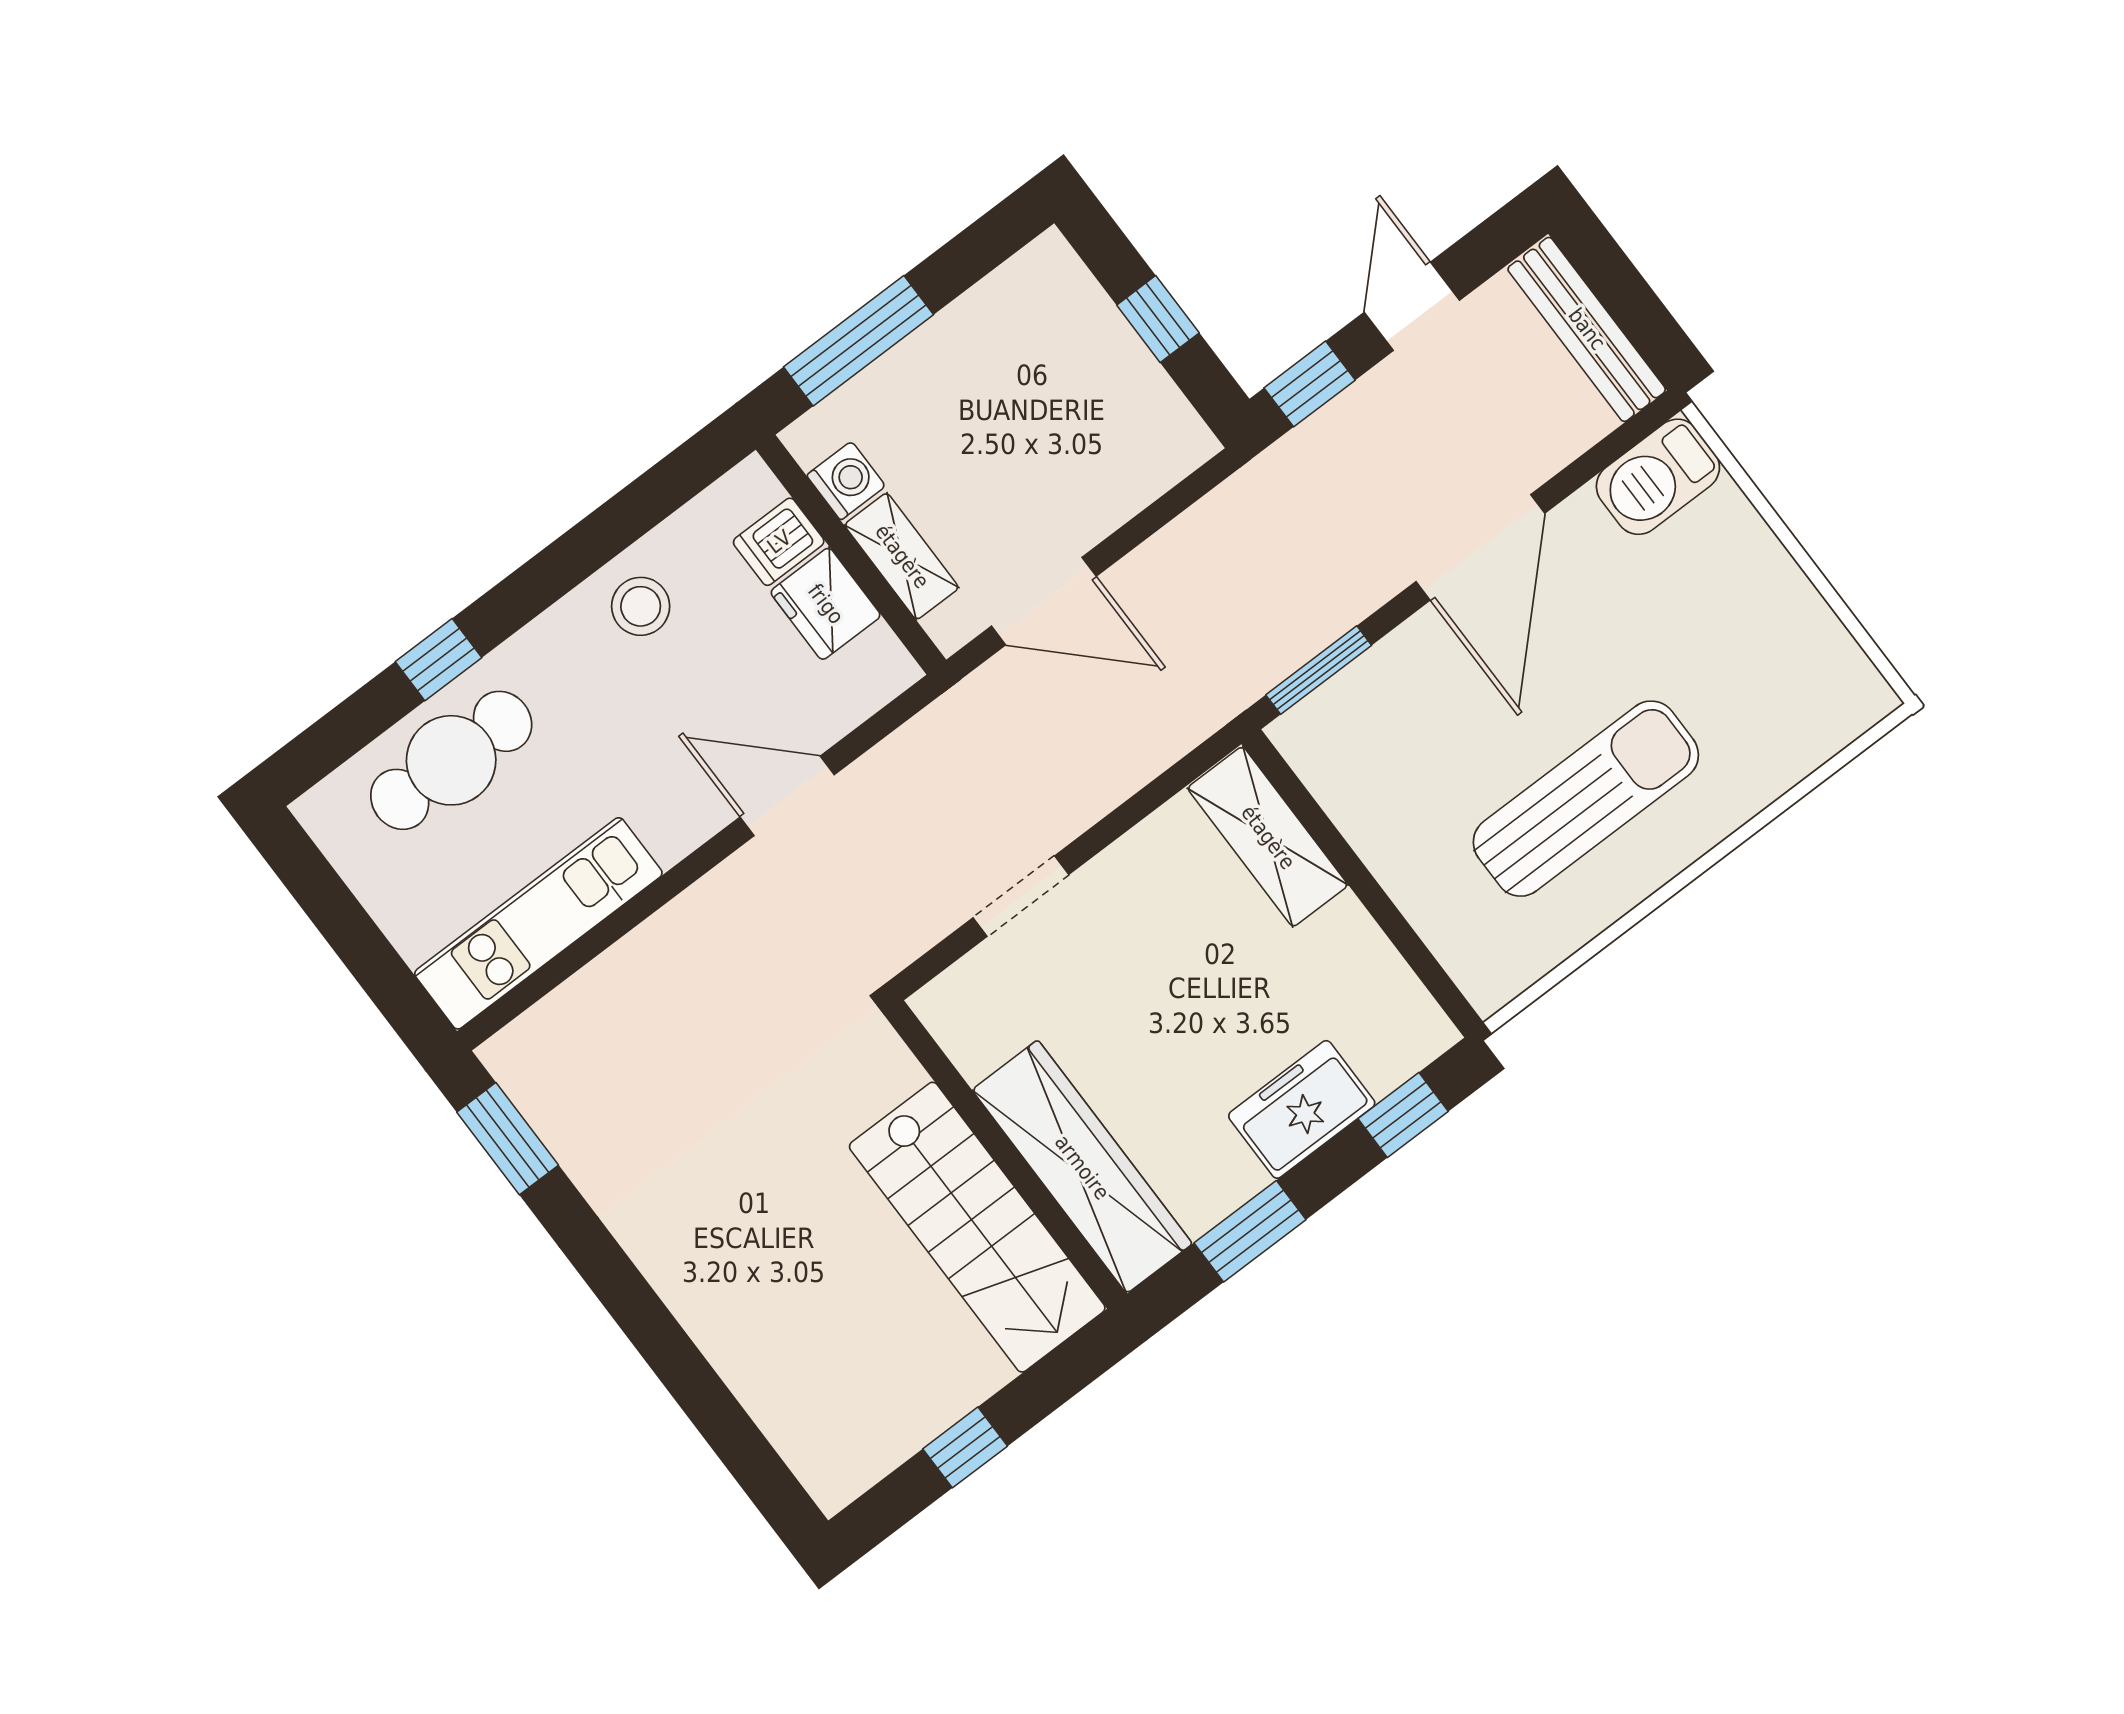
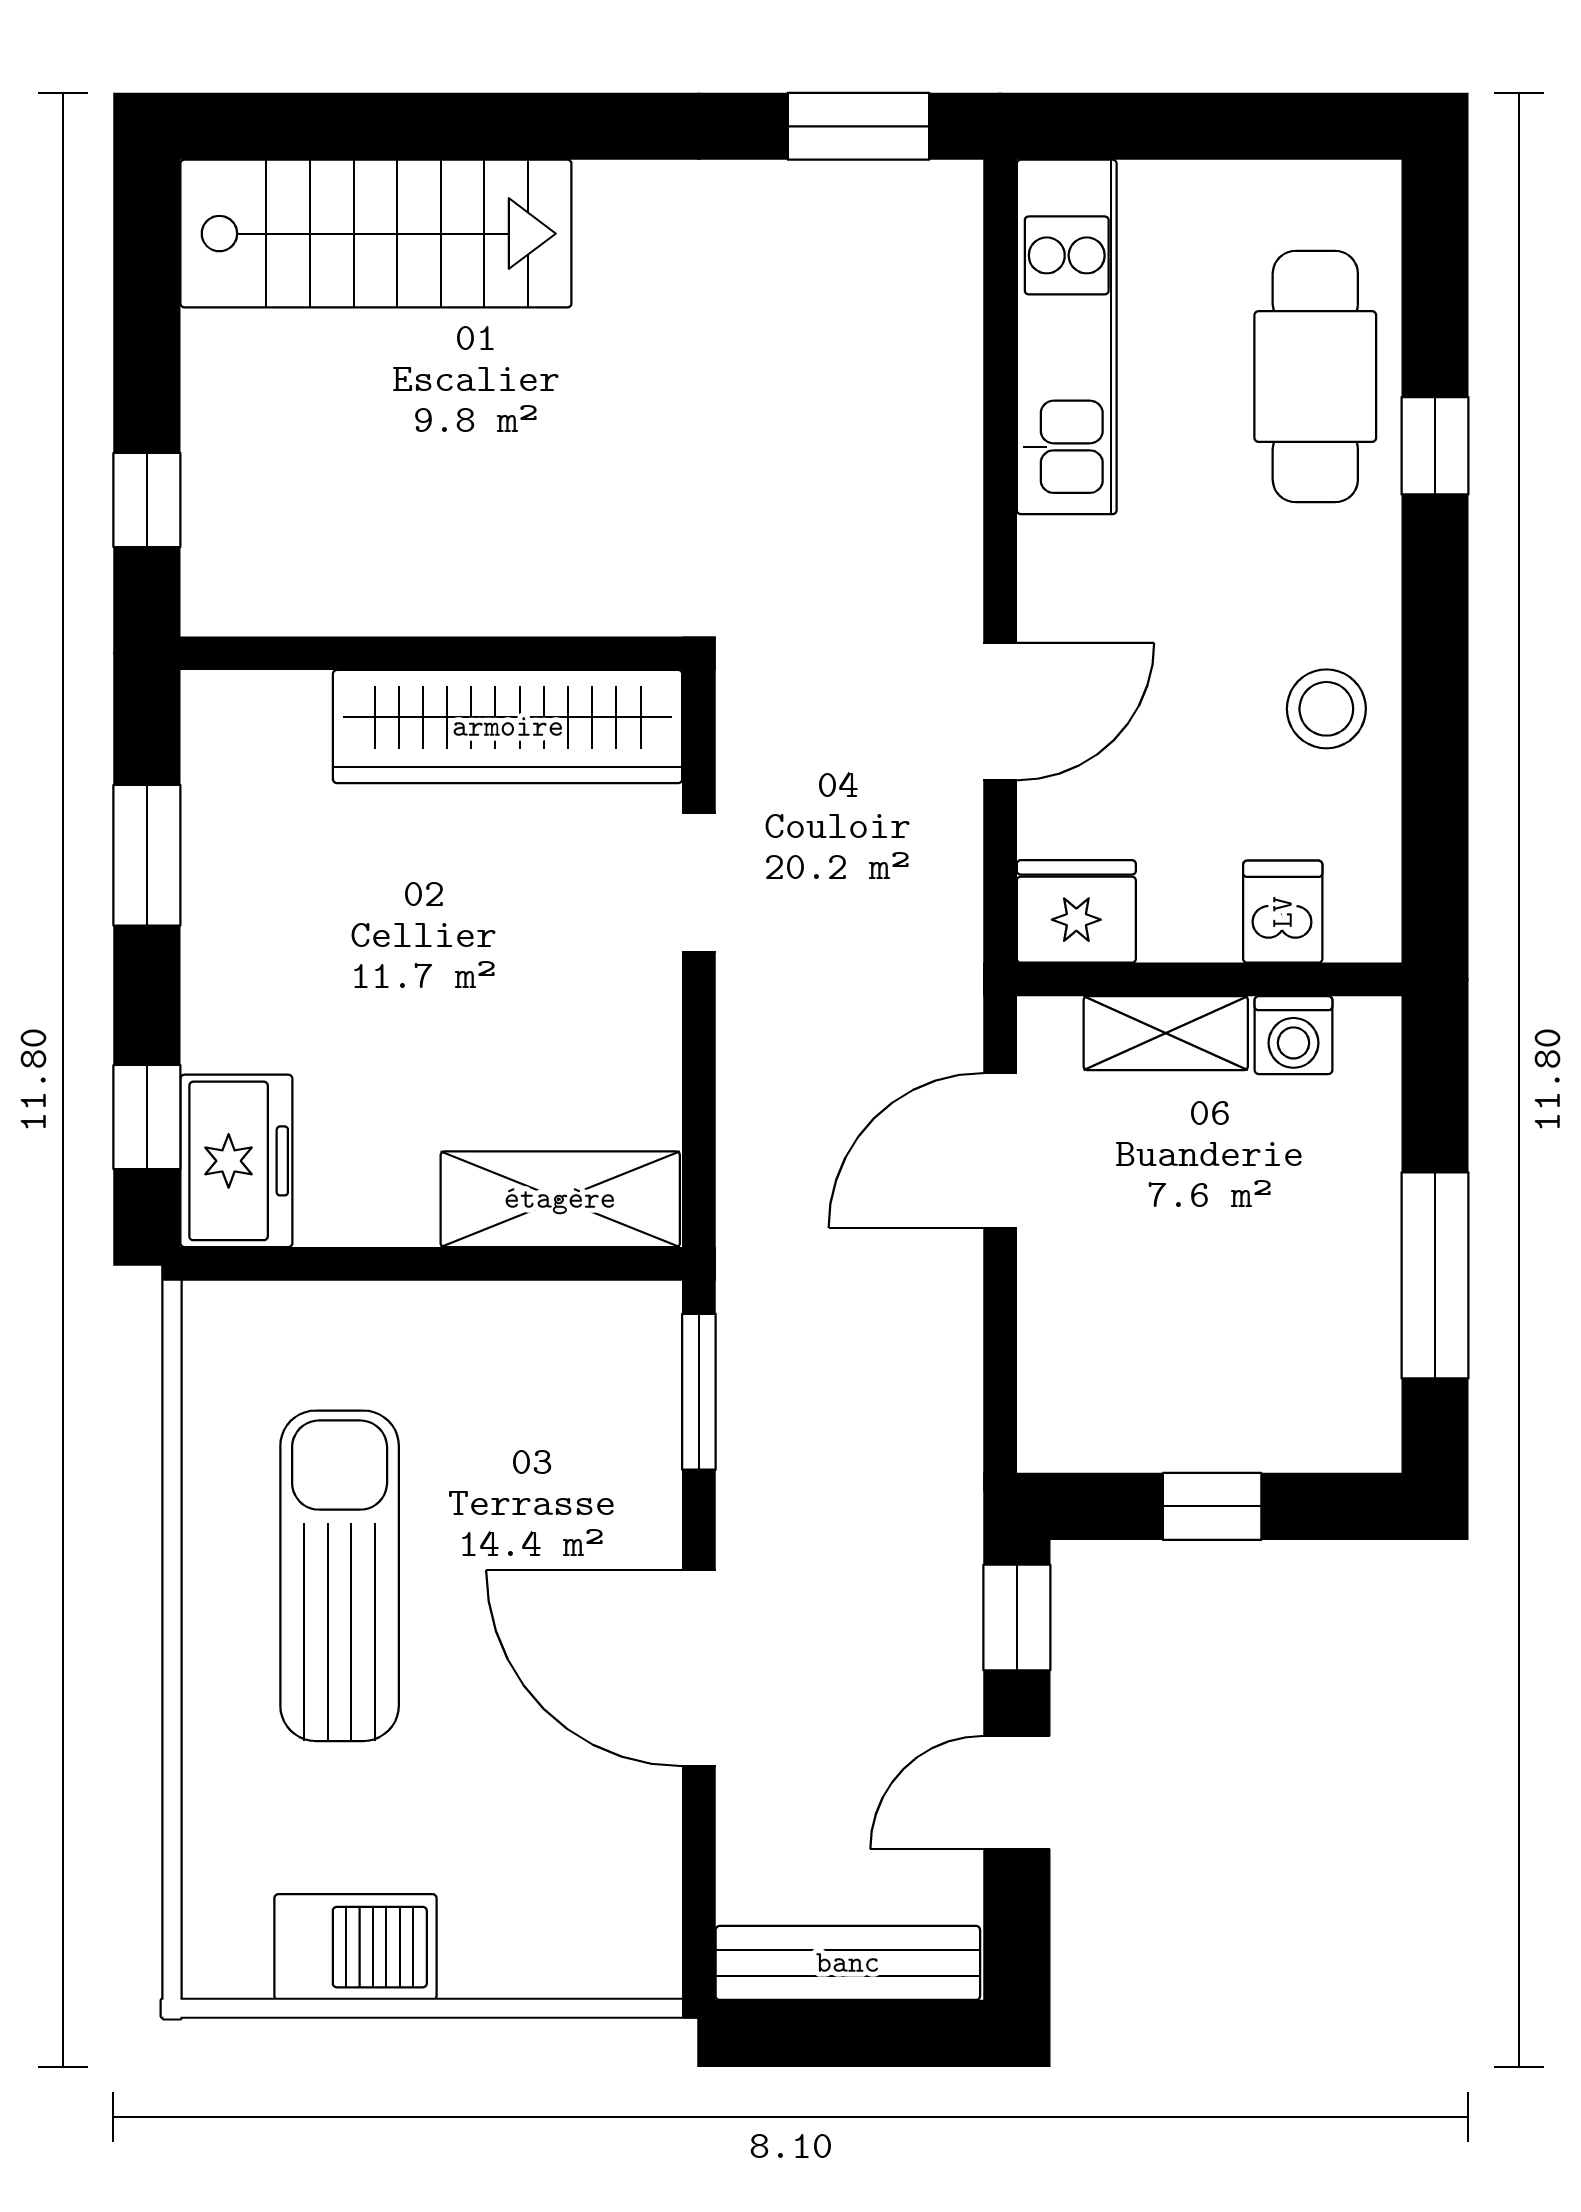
door: (1412, 306) -> (1017, 1792), swing flipped
window: (859, 341) -> (1435, 1275), moved
barbecue: (1658, 477) -> (355, 1947), moved, turned 90
fridge: (826, 604) -> (1076, 911), moved
sun lounger: (1586, 799) -> (340, 1576), turned 180
freezer: (1302, 1109) -> (236, 1161), moved
wardrobe: (1082, 1167) -> (508, 727), moved
stairs: (977, 1227) -> (376, 234), moved, turned 180
window: (965, 1447) -> (147, 500), moved

